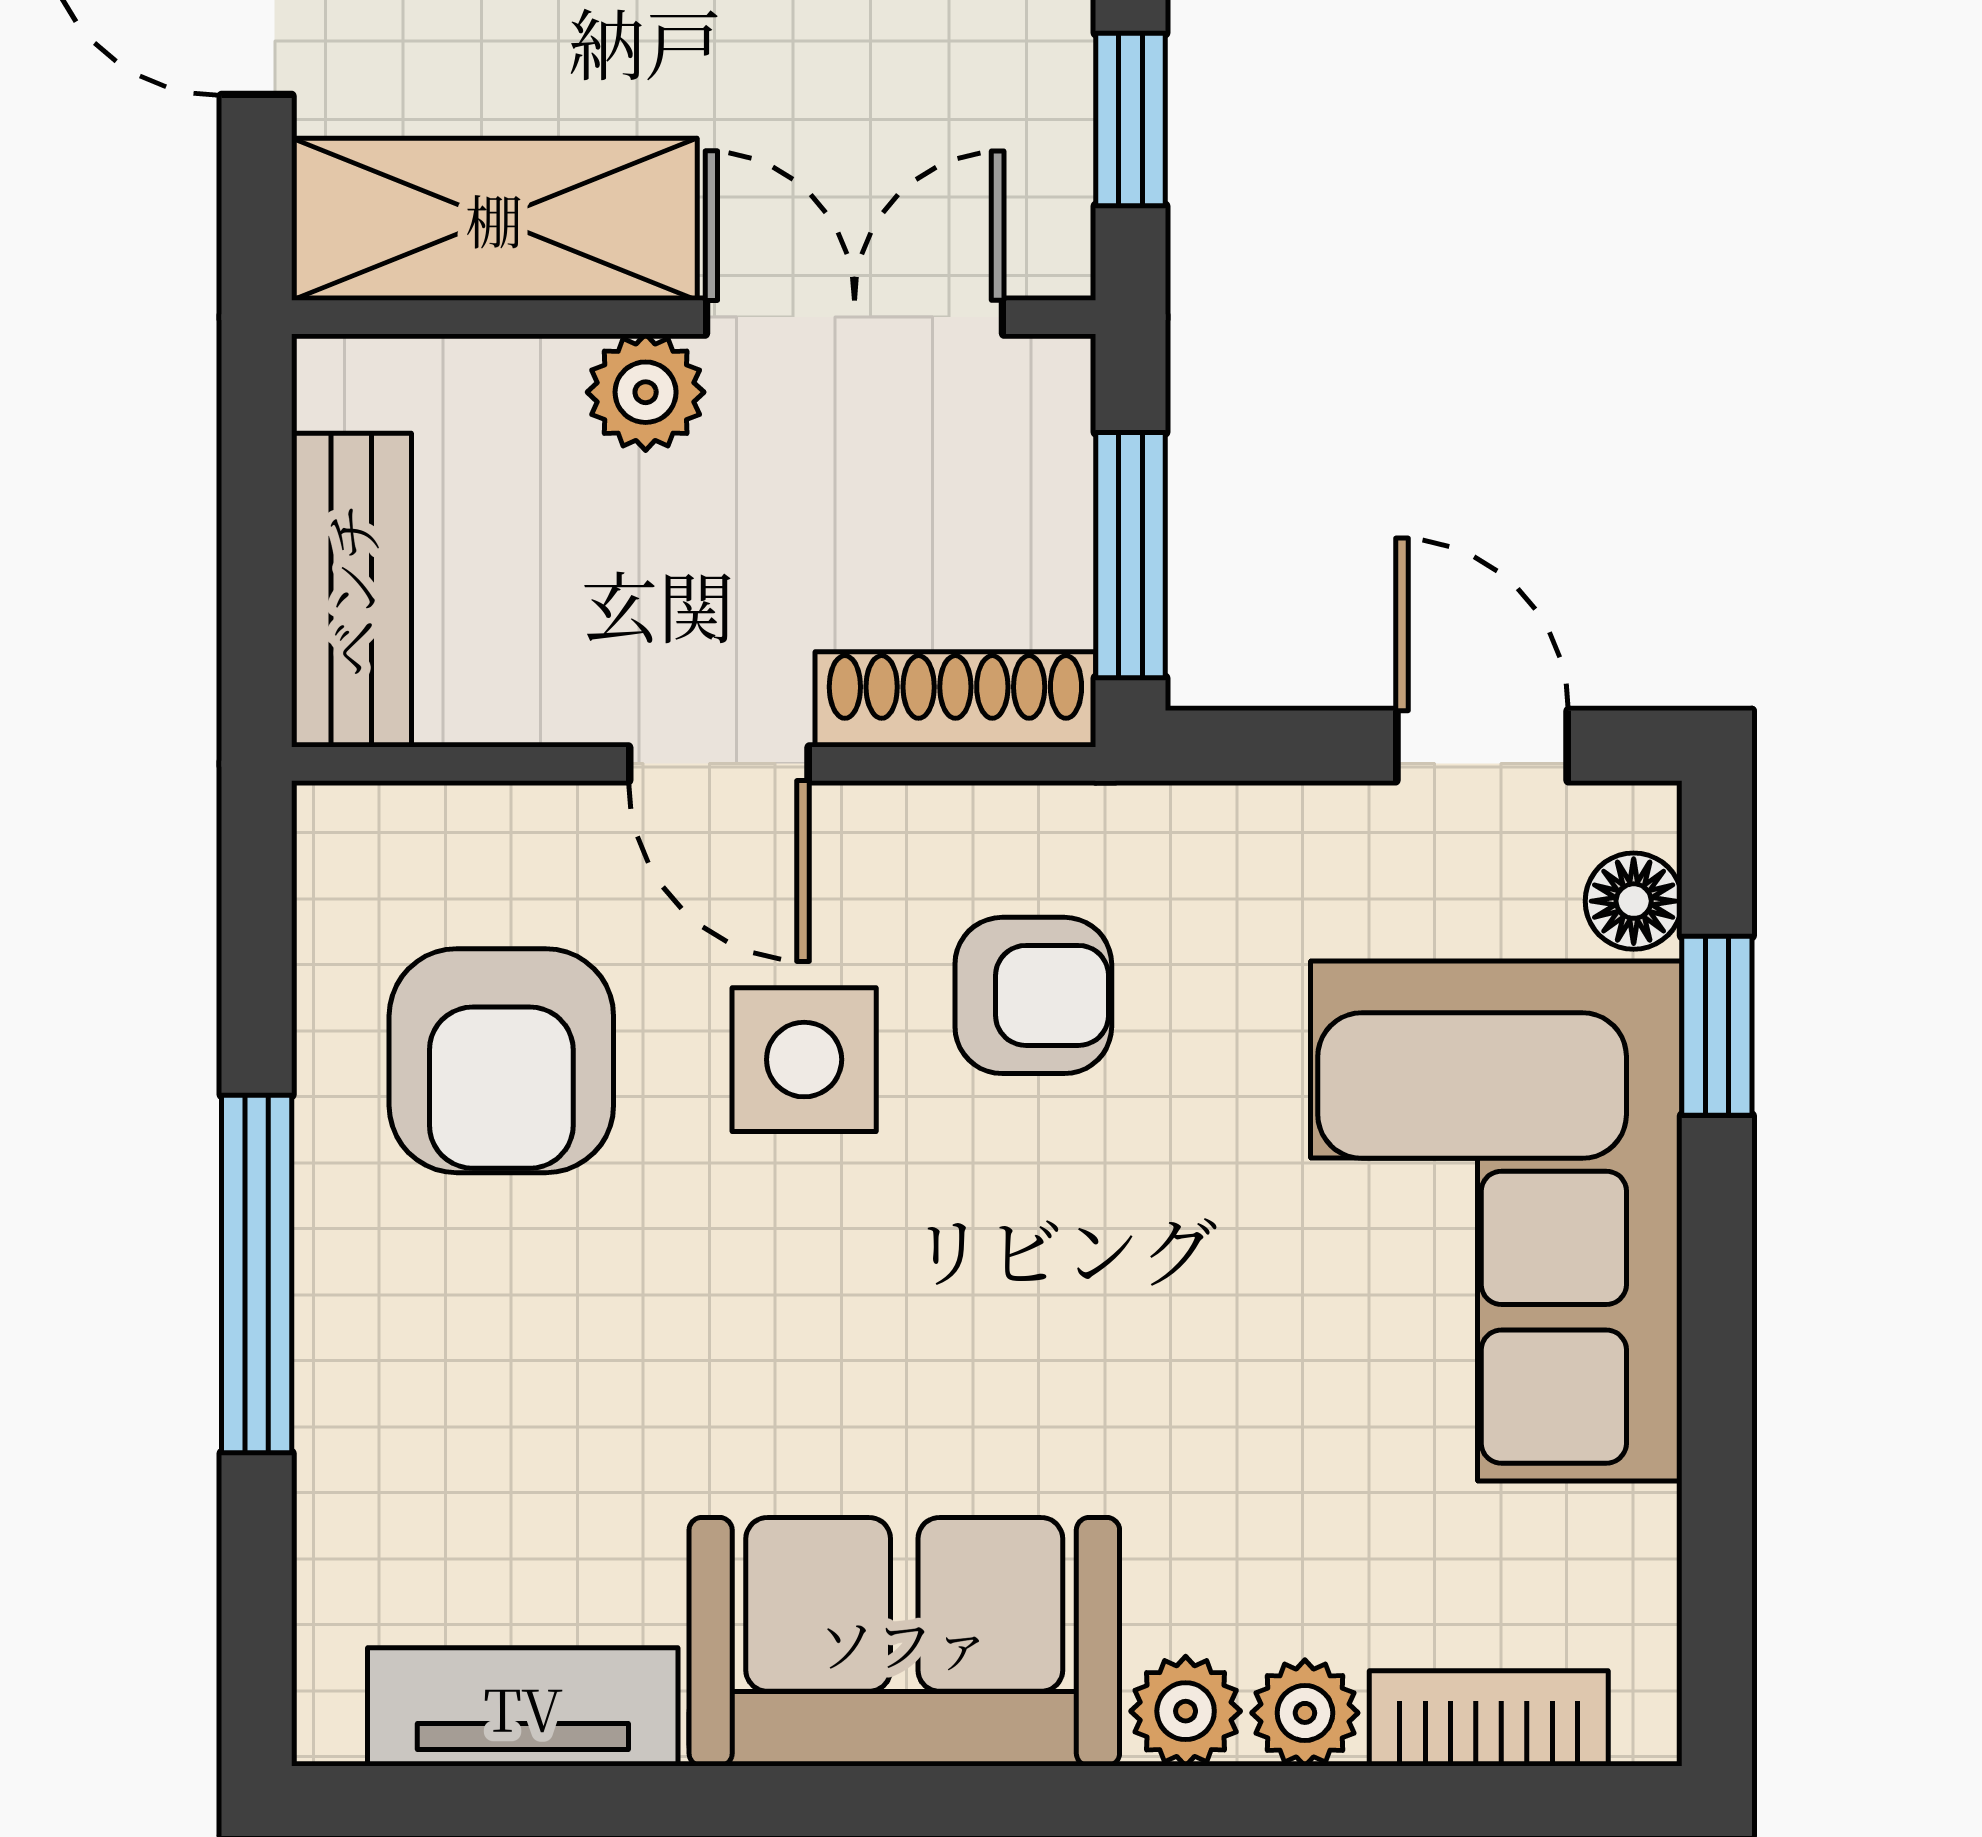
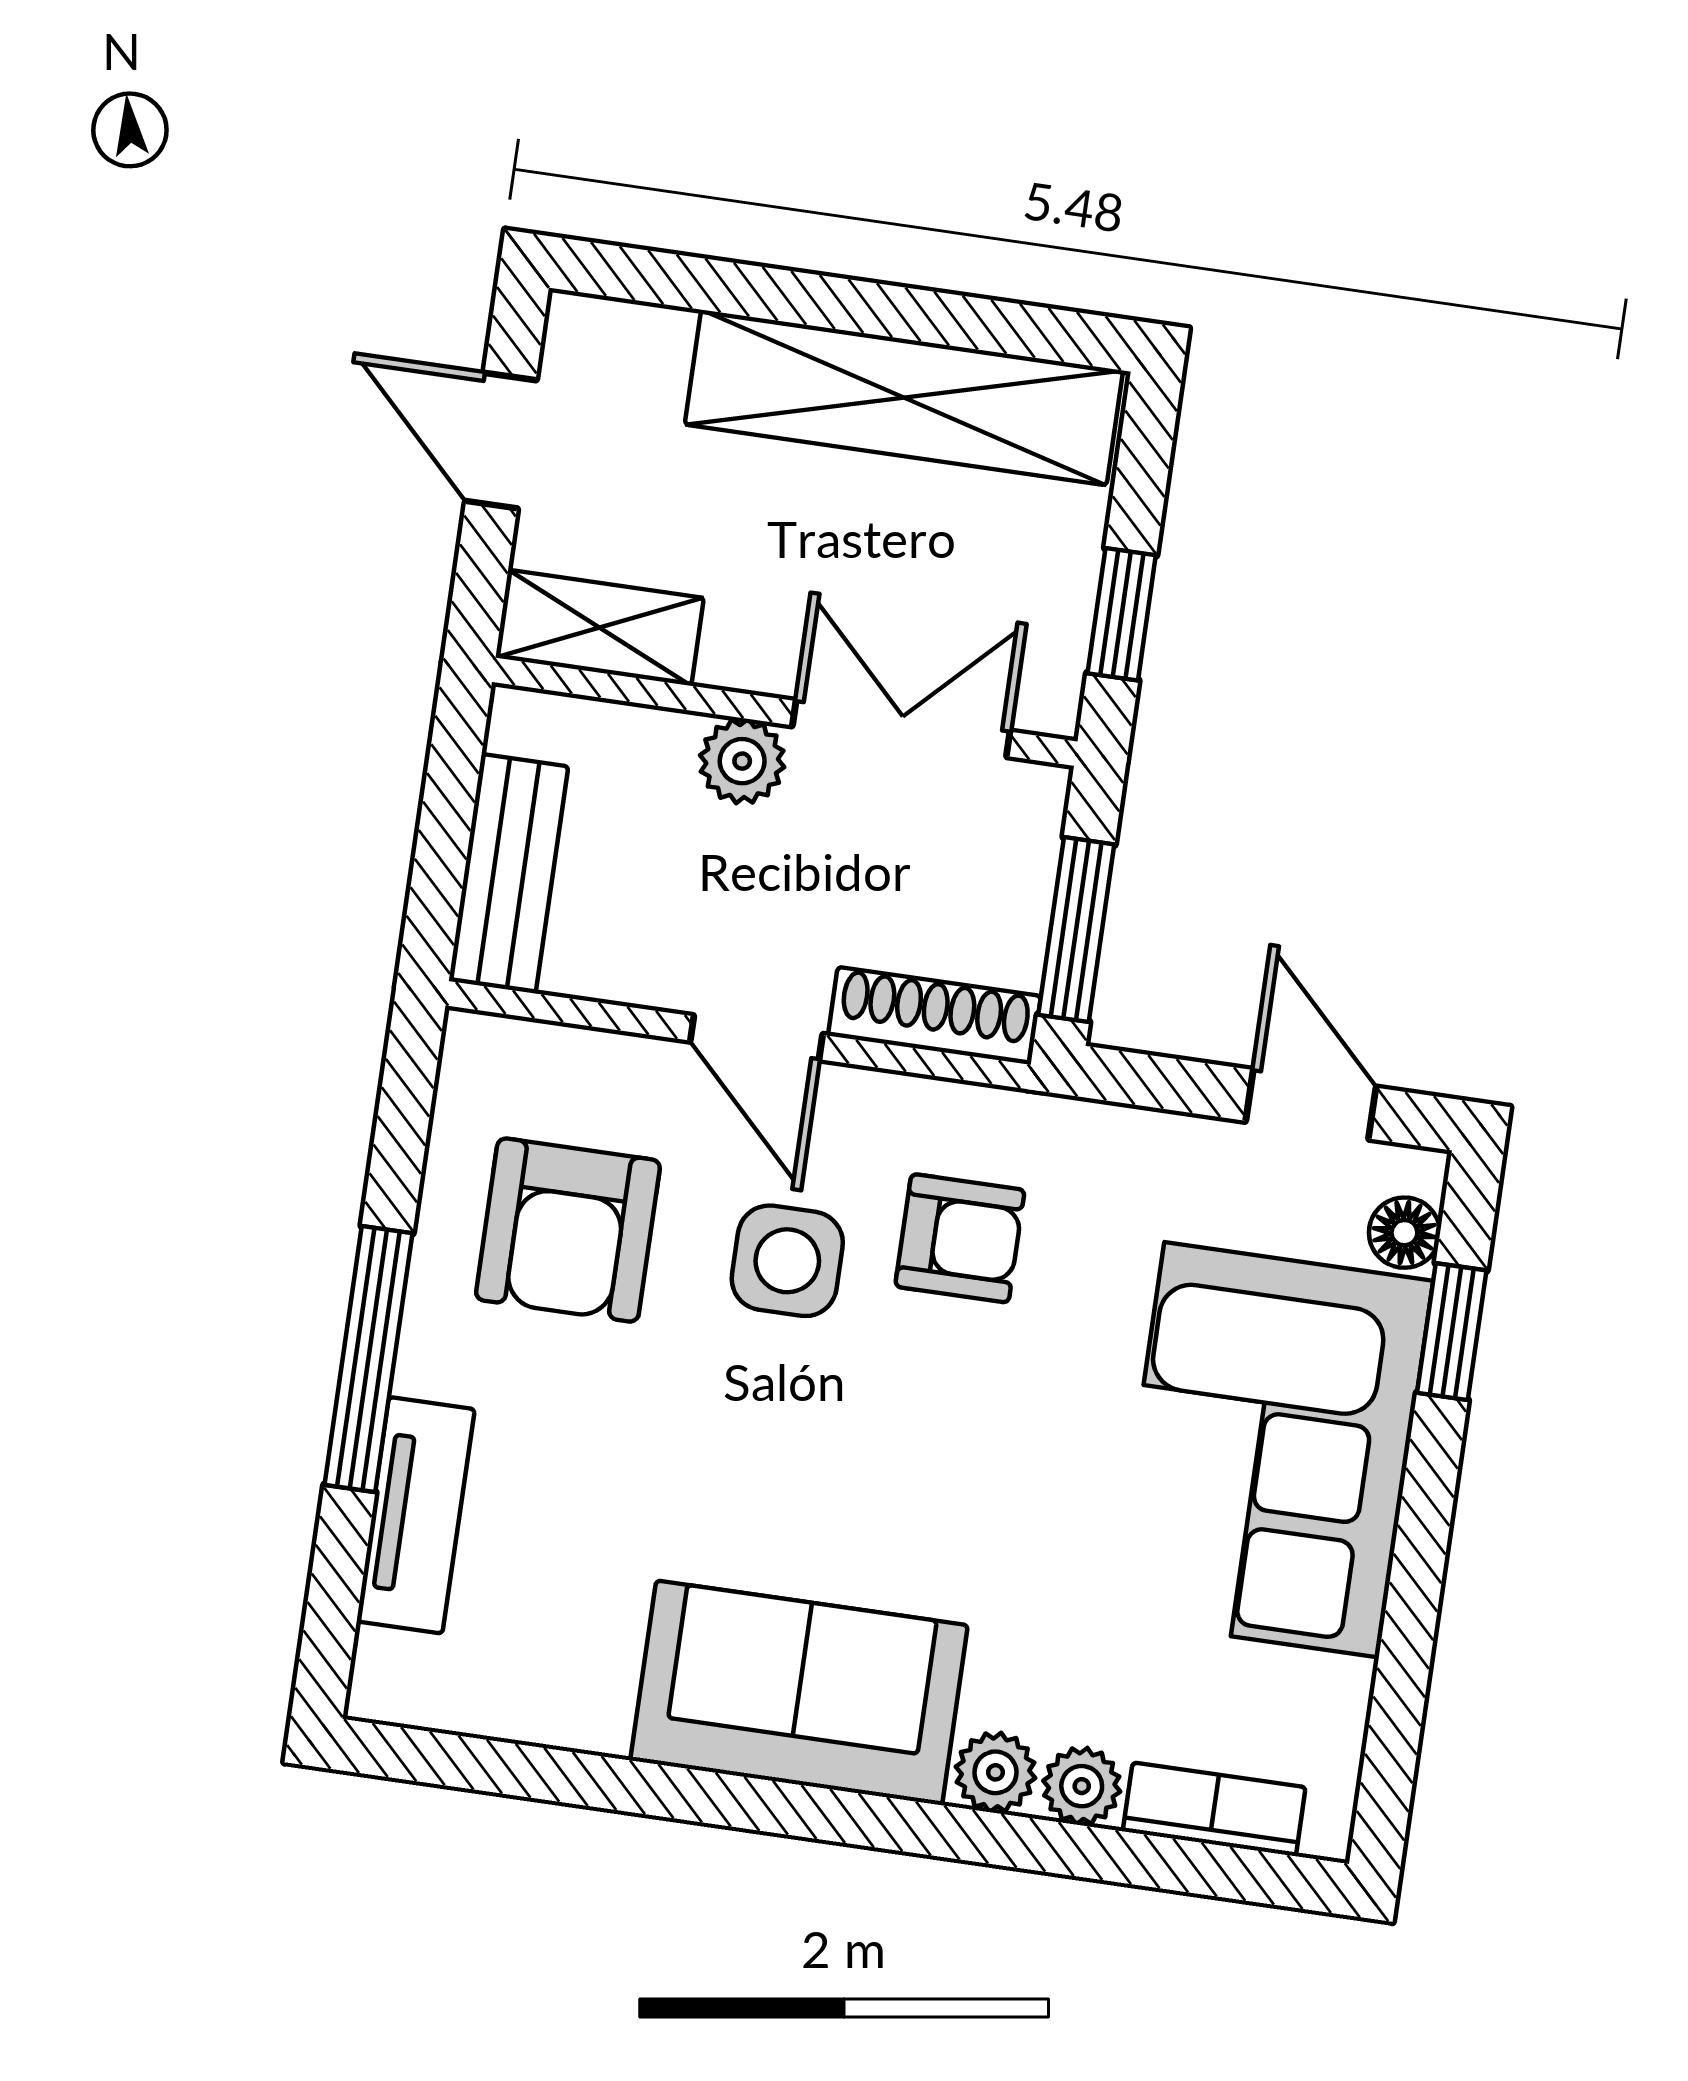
shelving: (494, 219) -> (600, 628), width x0.67, depth x0.75
tv unit: (523, 1707) -> (416, 1515), moved, turned 90

